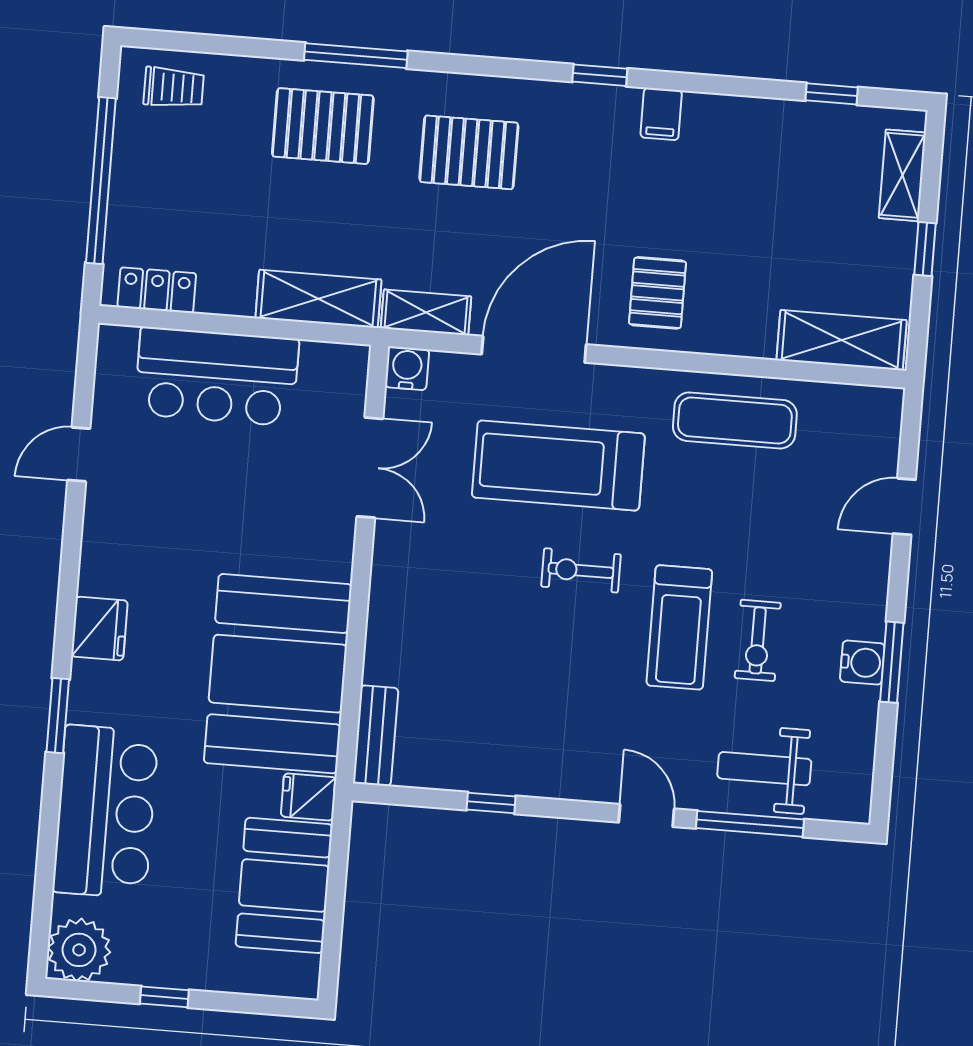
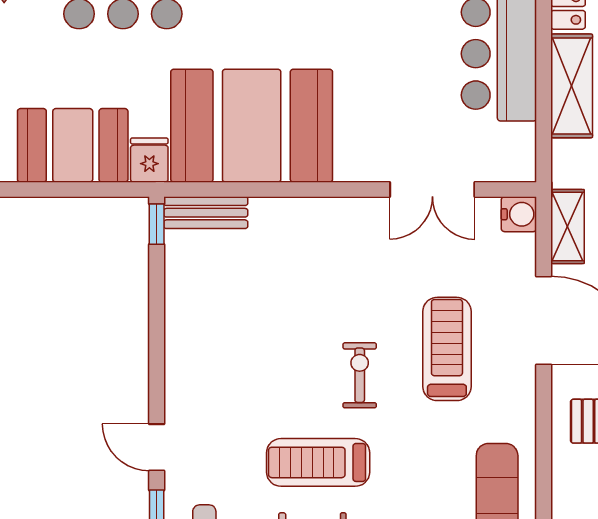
shelving: (318, 299) -> (572, 86), moved
treadmill: (558, 465) -> (447, 349), width x0.73, depth x0.73
window: (491, 803) -> (157, 224), moved
door: (646, 816) -> (157, 447), swing flipped

